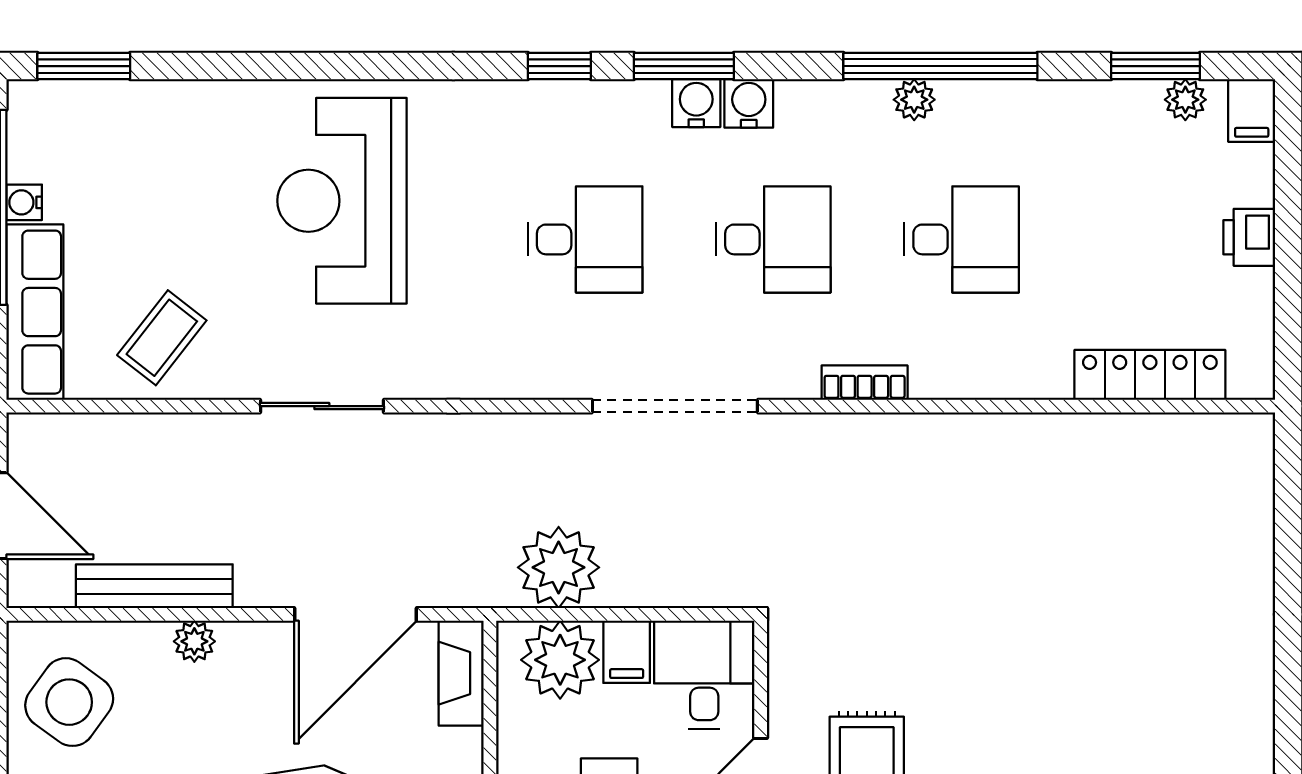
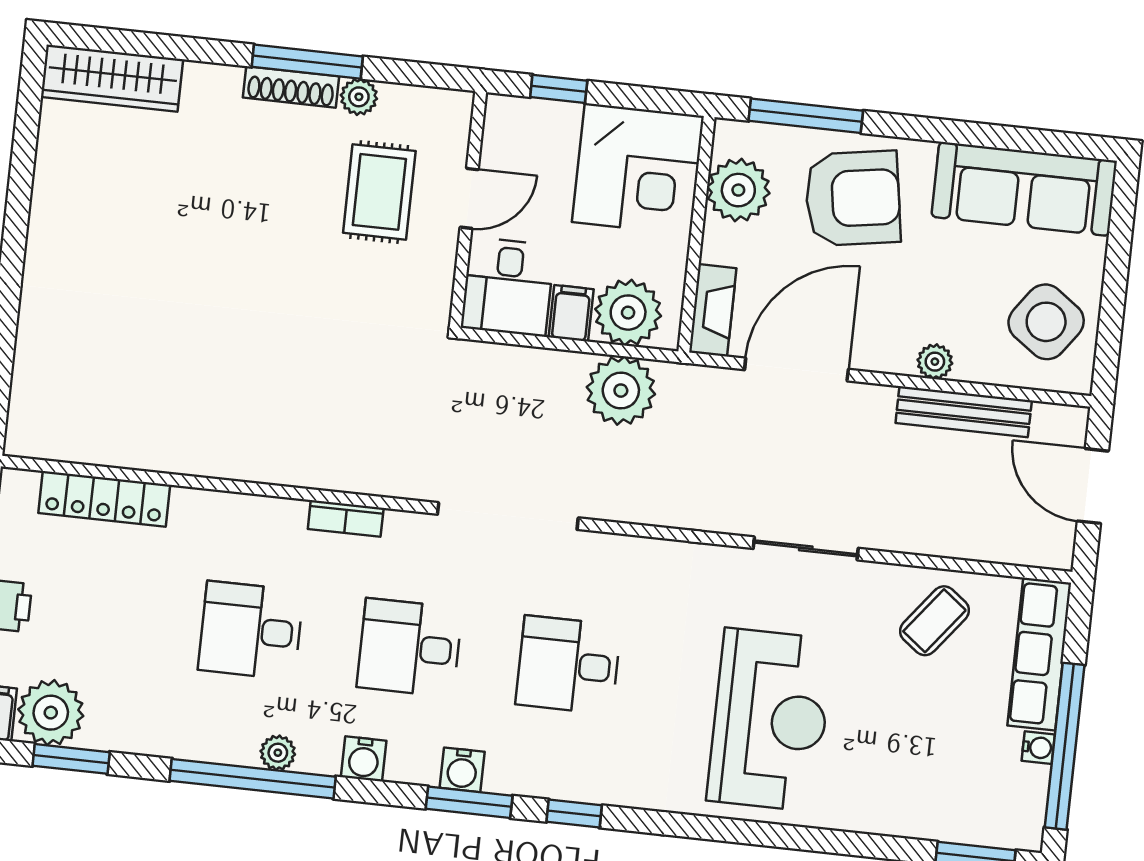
plant: (1185, 100) -> (51, 713), width x1.88, depth x1.88
water cooler: (749, 103) -> (364, 759), moved

